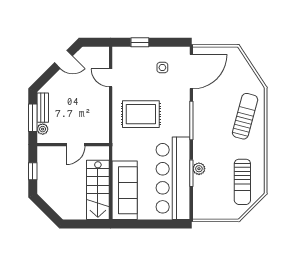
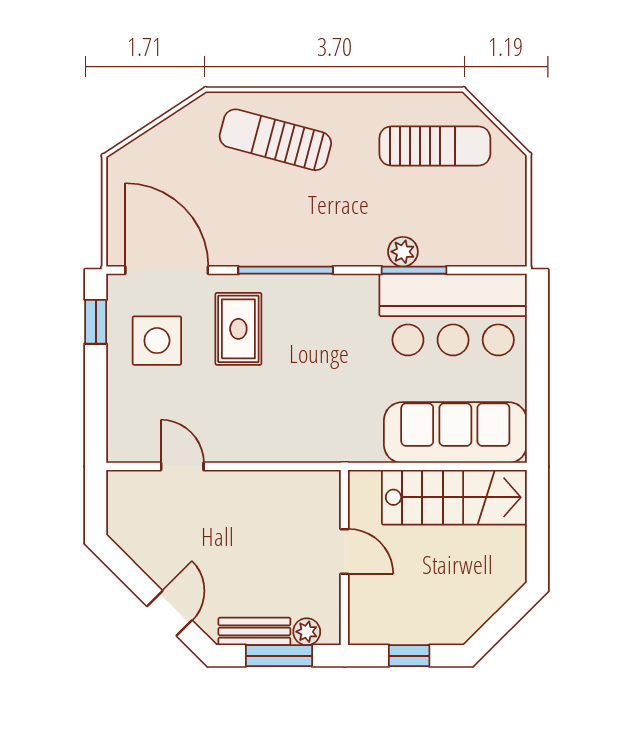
window: (140, 42) -> (96, 322), moved
door: (63, 59) -> (170, 613), moved
side table: (162, 68) -> (157, 341), width x1.87, depth x1.87
door: (111, 78) -> (182, 466), swing flipped
rug: (141, 114) -> (238, 329), moved, width x0.73, depth x0.70
bar counter: (173, 178) -> (453, 315), width x0.73

